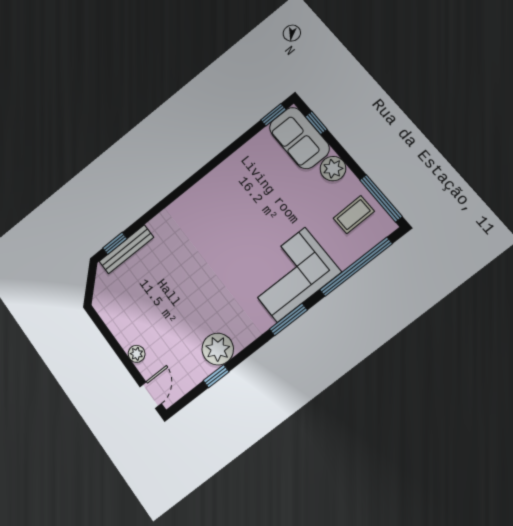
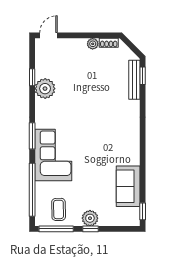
window: (316, 123) -> (90, 229), moved
sofa: (299, 138) -> (128, 186), moved, turned -90
shoe rack: (106, 314) -> (109, 43), added
plant: (137, 354) -> (93, 44), moved
door: (151, 395) -> (48, 35), swing flipped

